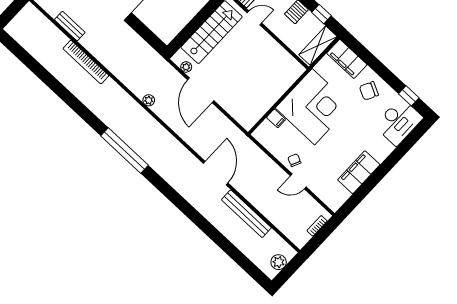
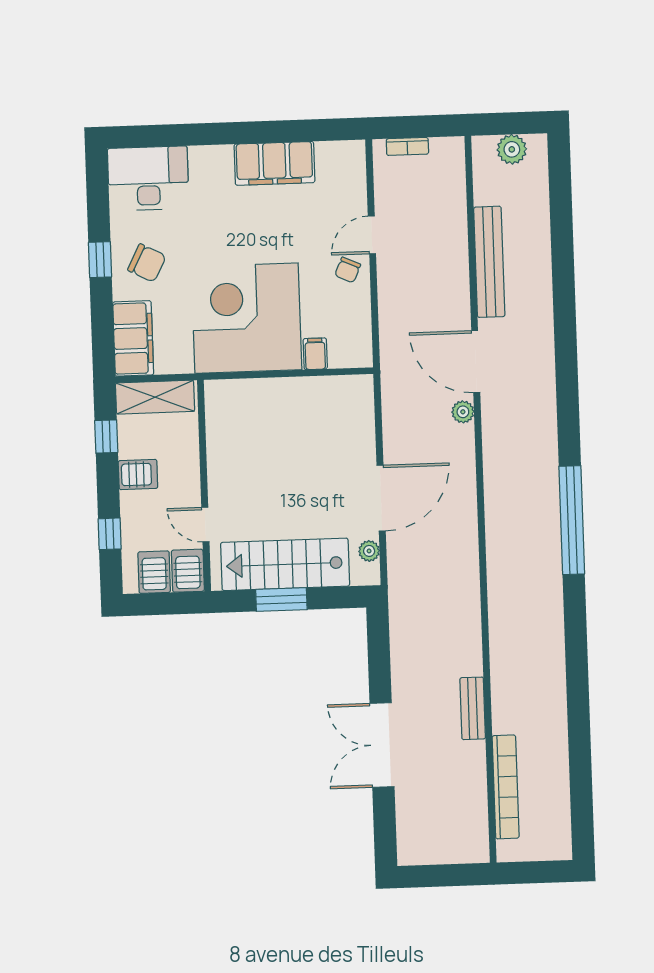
window: (200, 18) -> (281, 600), added
bench: (70, 26) -> (473, 708), moved
bookcase: (86, 62) -> (506, 787), moved
window: (409, 96) -> (100, 260), moved
plant: (149, 100) -> (463, 412), moved
door: (216, 173) -> (476, 362), hinge flipped
door: (298, 181) -> (372, 235), swing flipped

